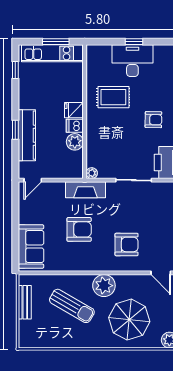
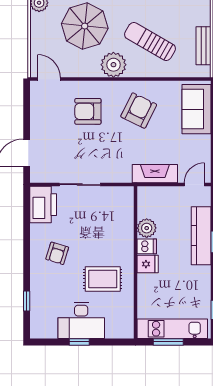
armchair: (153, 120) -> (57, 253), turned -74
plant: (92, 173) -> (127, 193), removed
fireplace: (86, 190) -> (155, 174), moved
armchair: (79, 229) -> (139, 111), moved, turned 116

